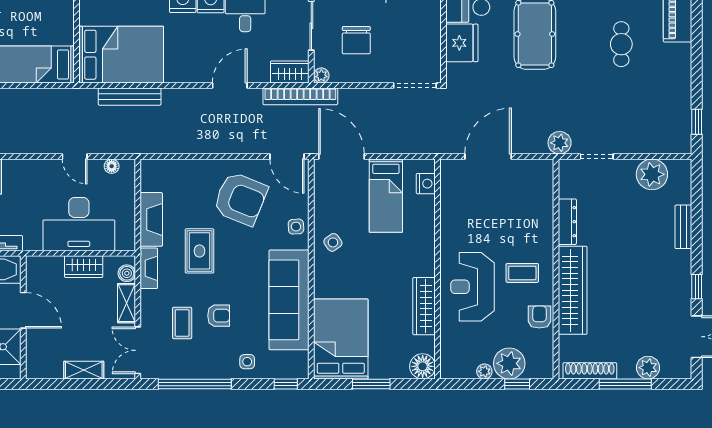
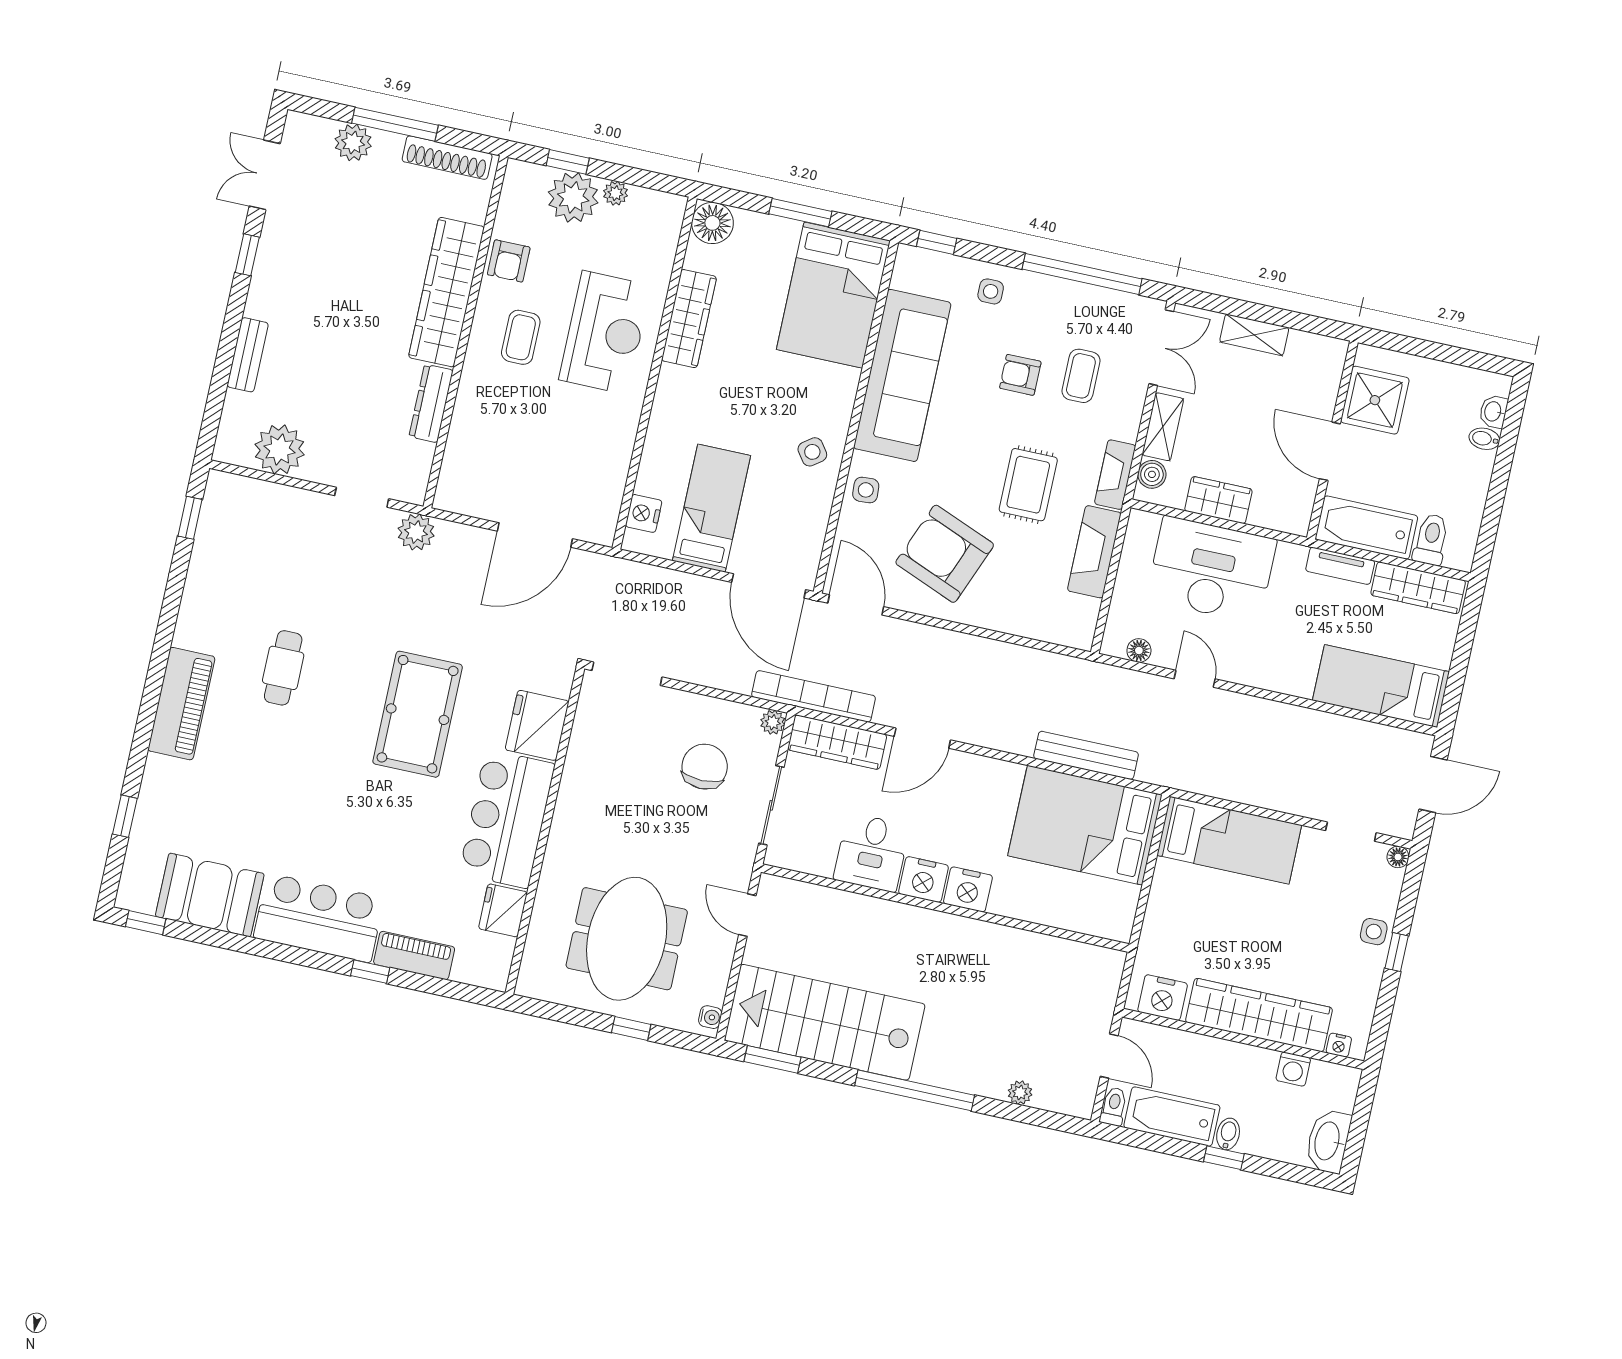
wardrobe: (290, 72) -> (837, 742), width x1.50
coffee table: (522, 273) -> (521, 337), turned 90

